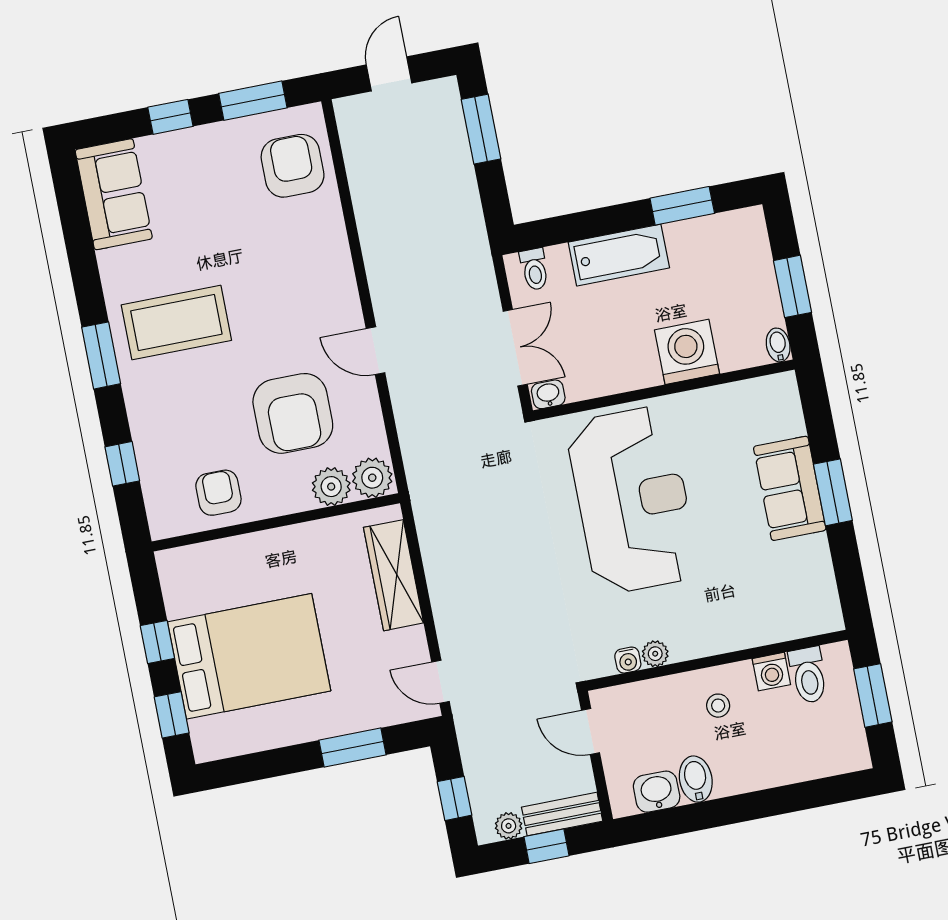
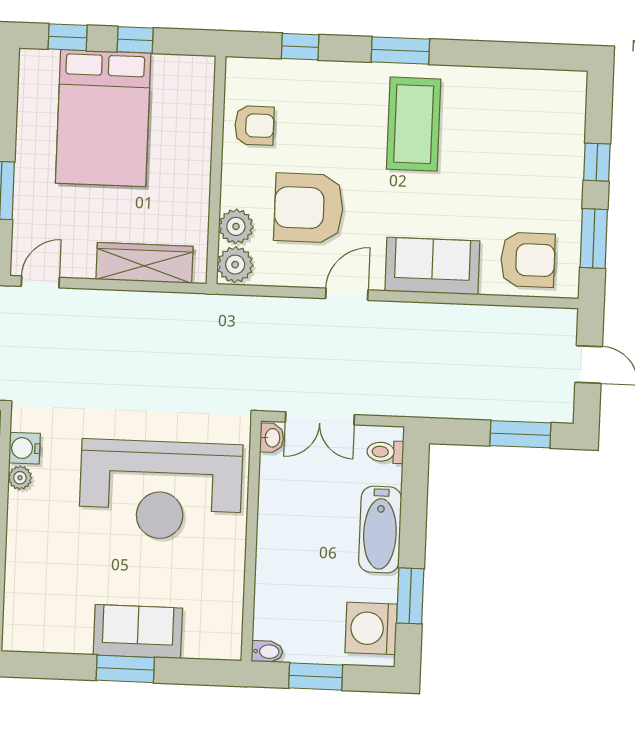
sofa: (114, 194) -> (432, 266), moved, turned 180
washing machine: (687, 352) -> (371, 628), moved, turned 180
water cooler: (628, 660) -> (24, 448), width x1.38, depth x1.38

